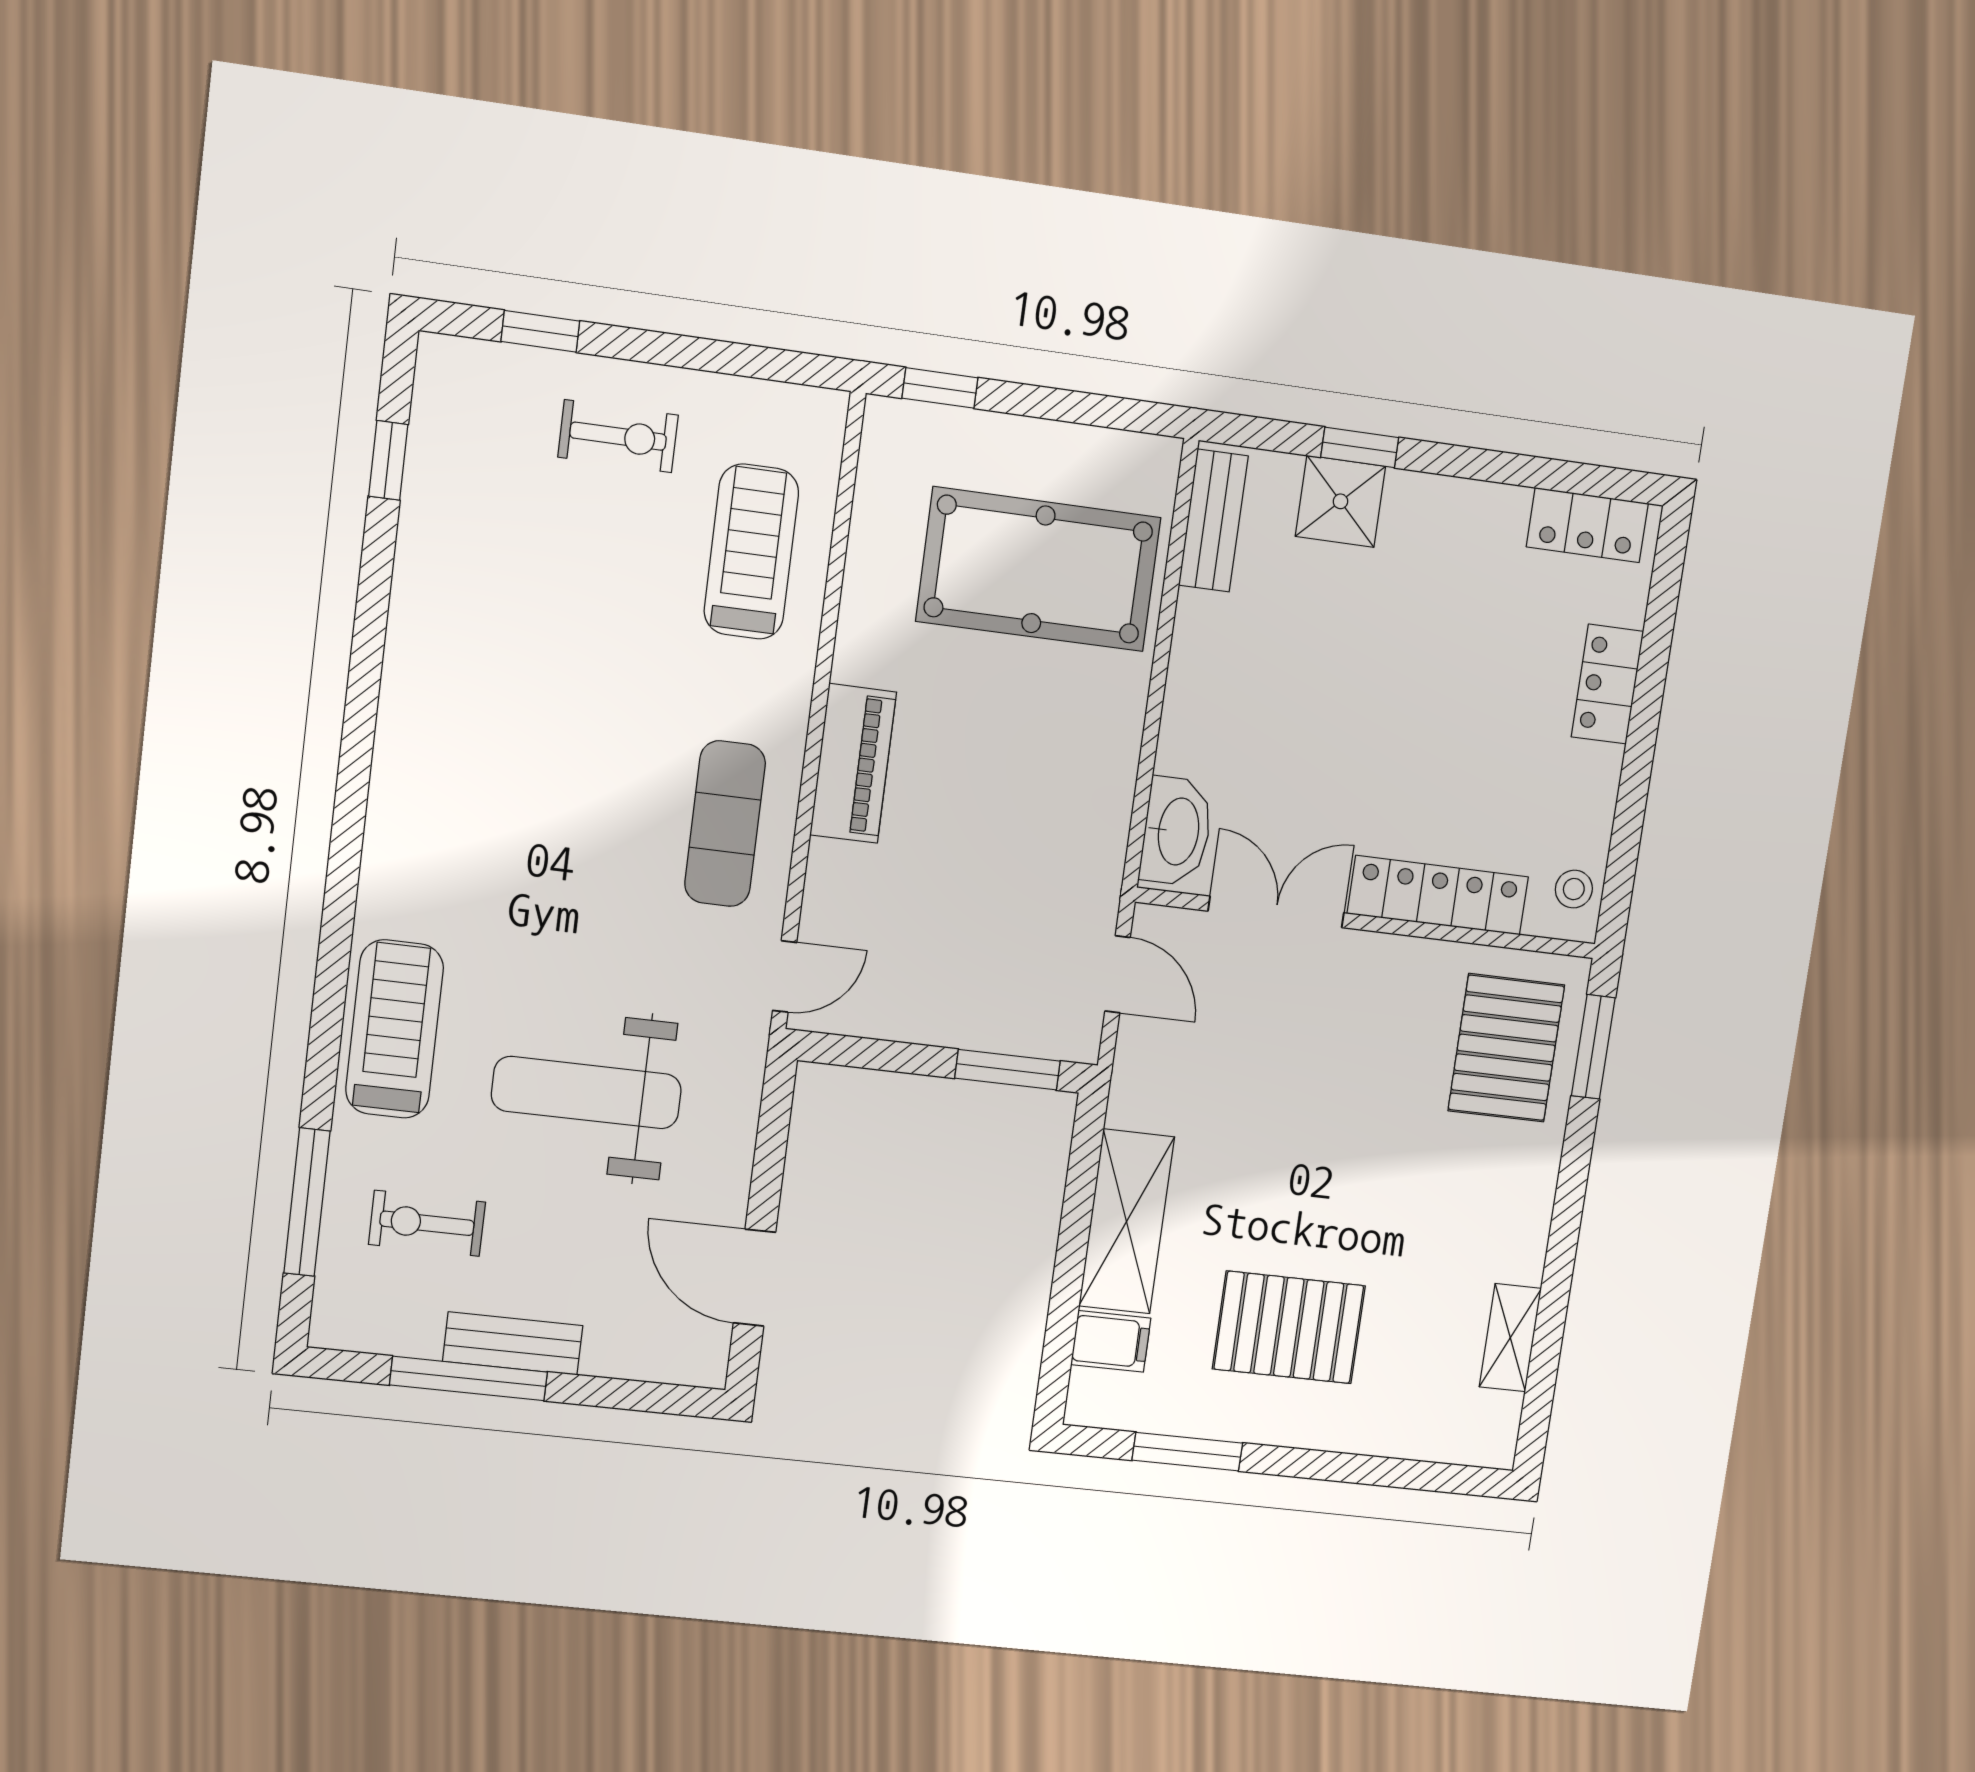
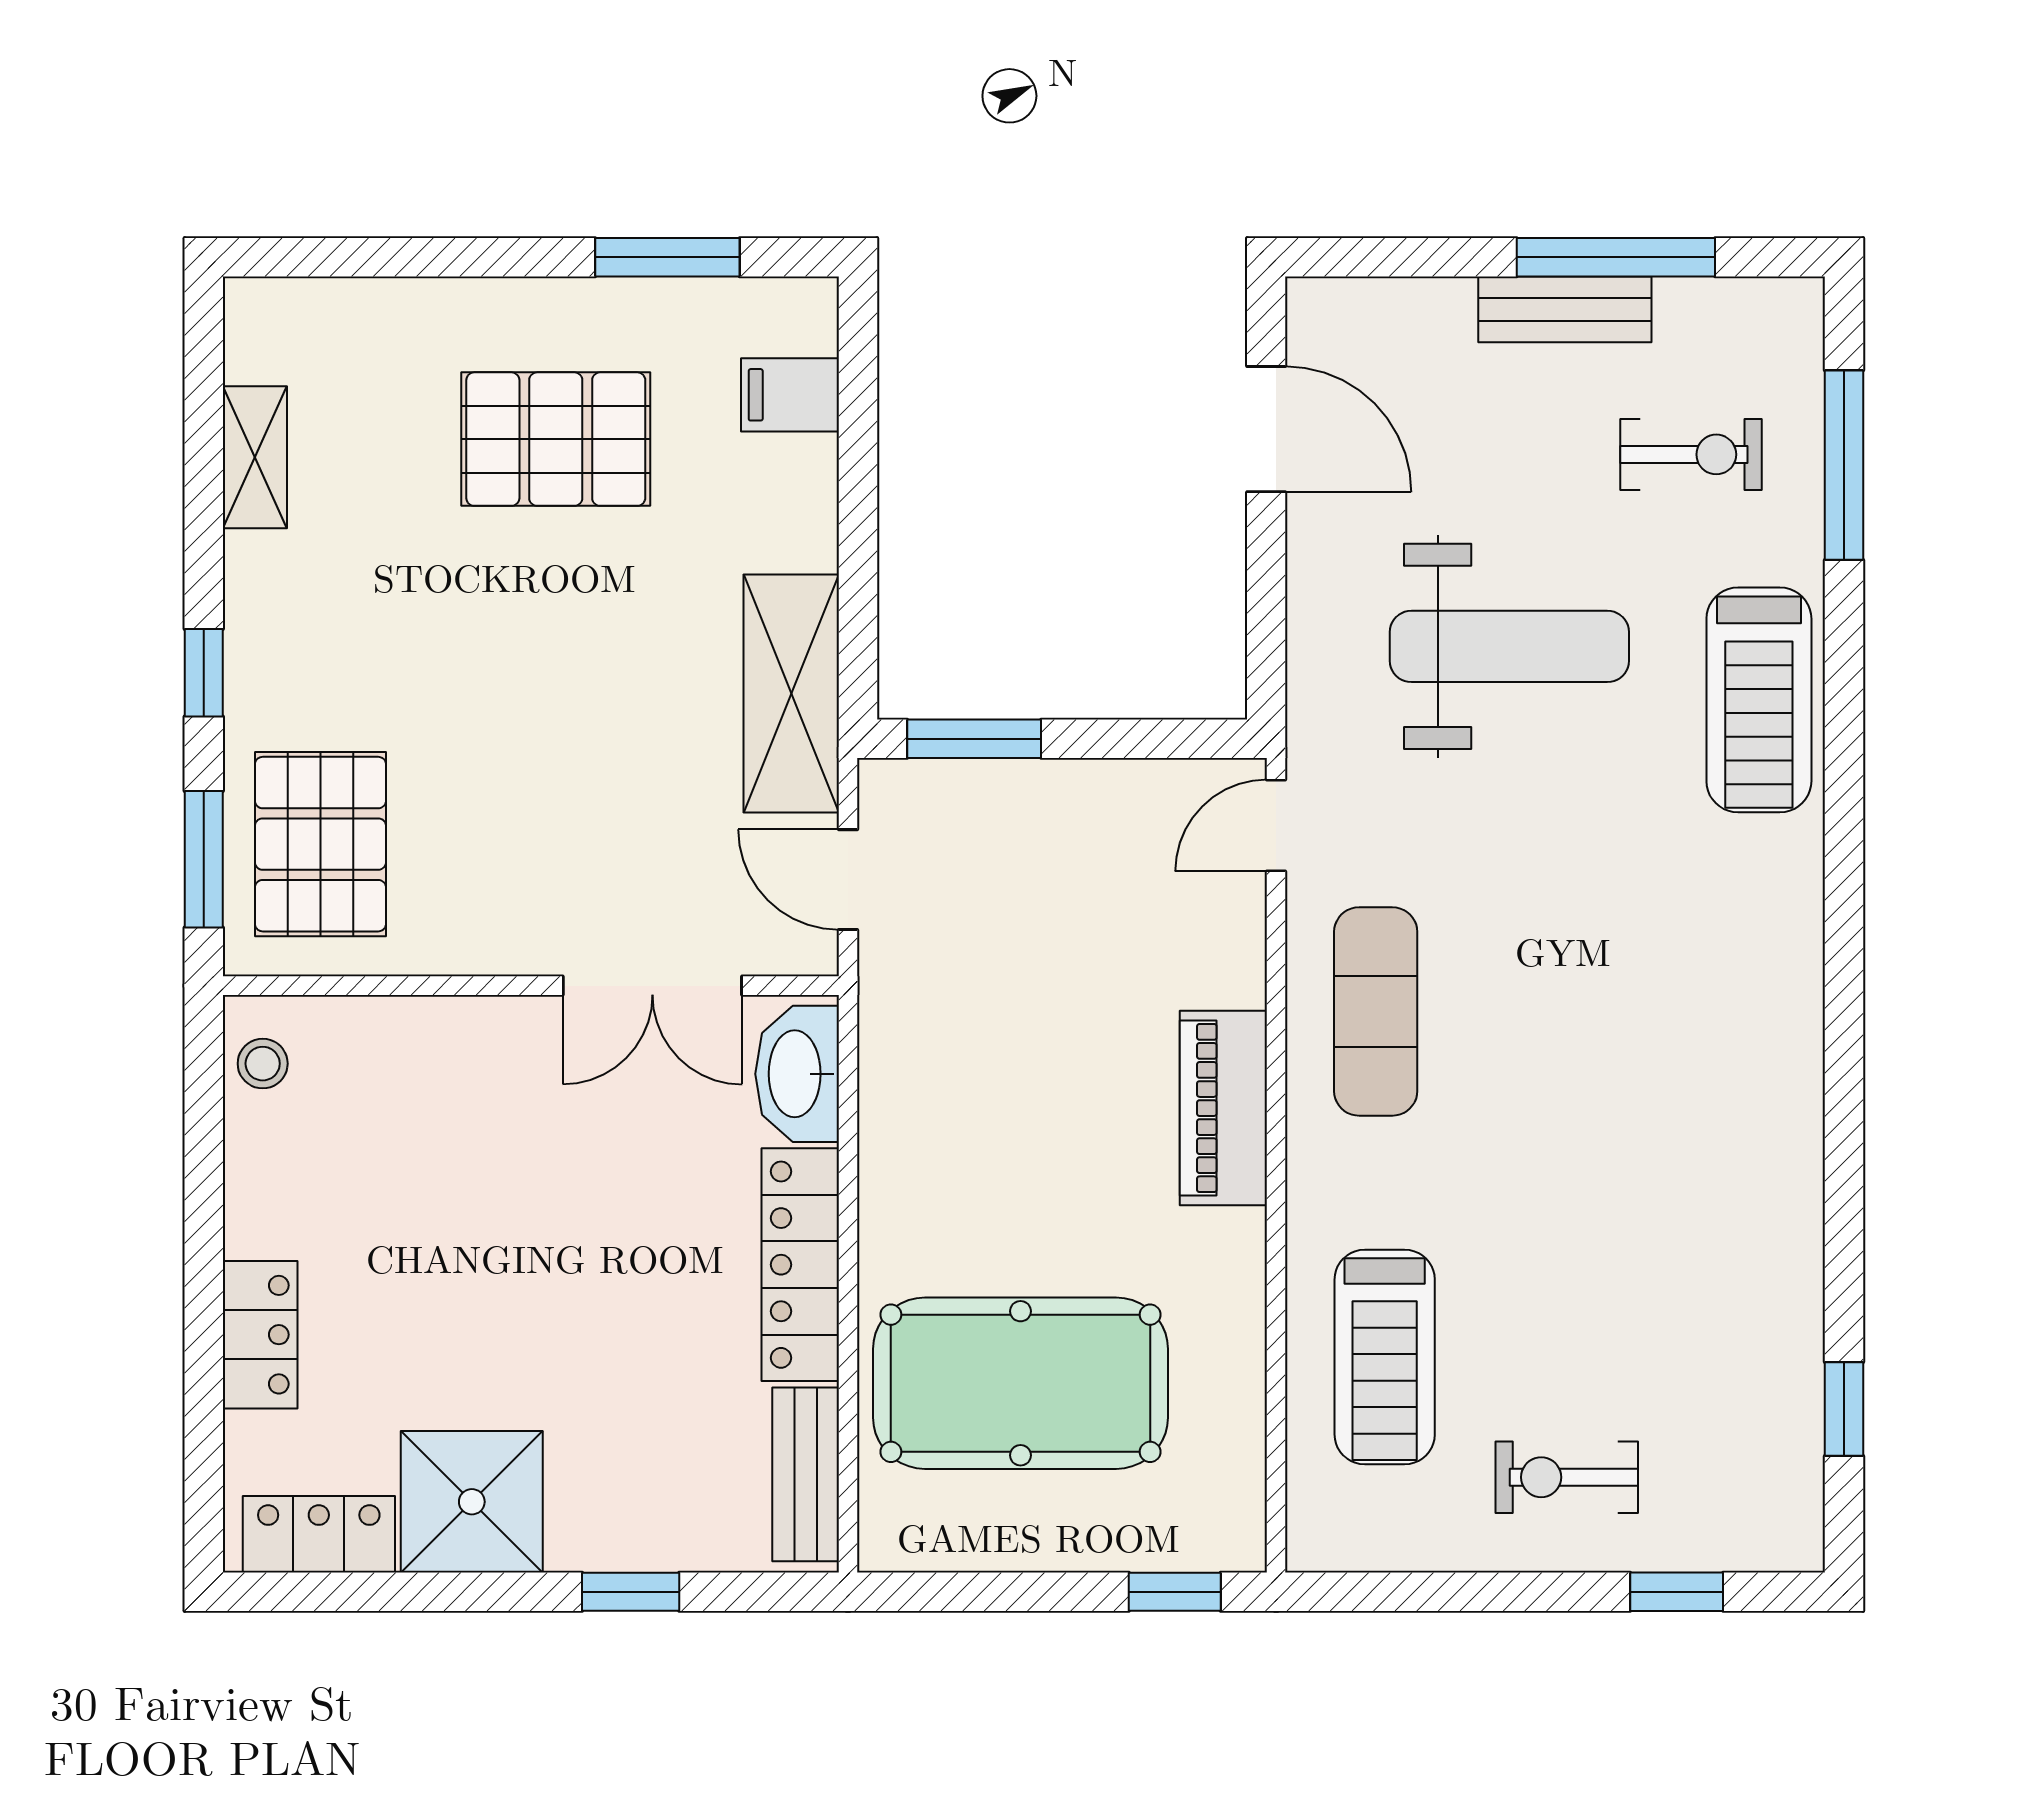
shower: (1340, 501) -> (472, 1502), moved, width x1.36, depth x1.36
locker: (1438, 895) -> (800, 1265), moved, turned 90
window: (1572, 1184) -> (204, 673), added
shelving: (1127, 1222) -> (791, 693), moved

